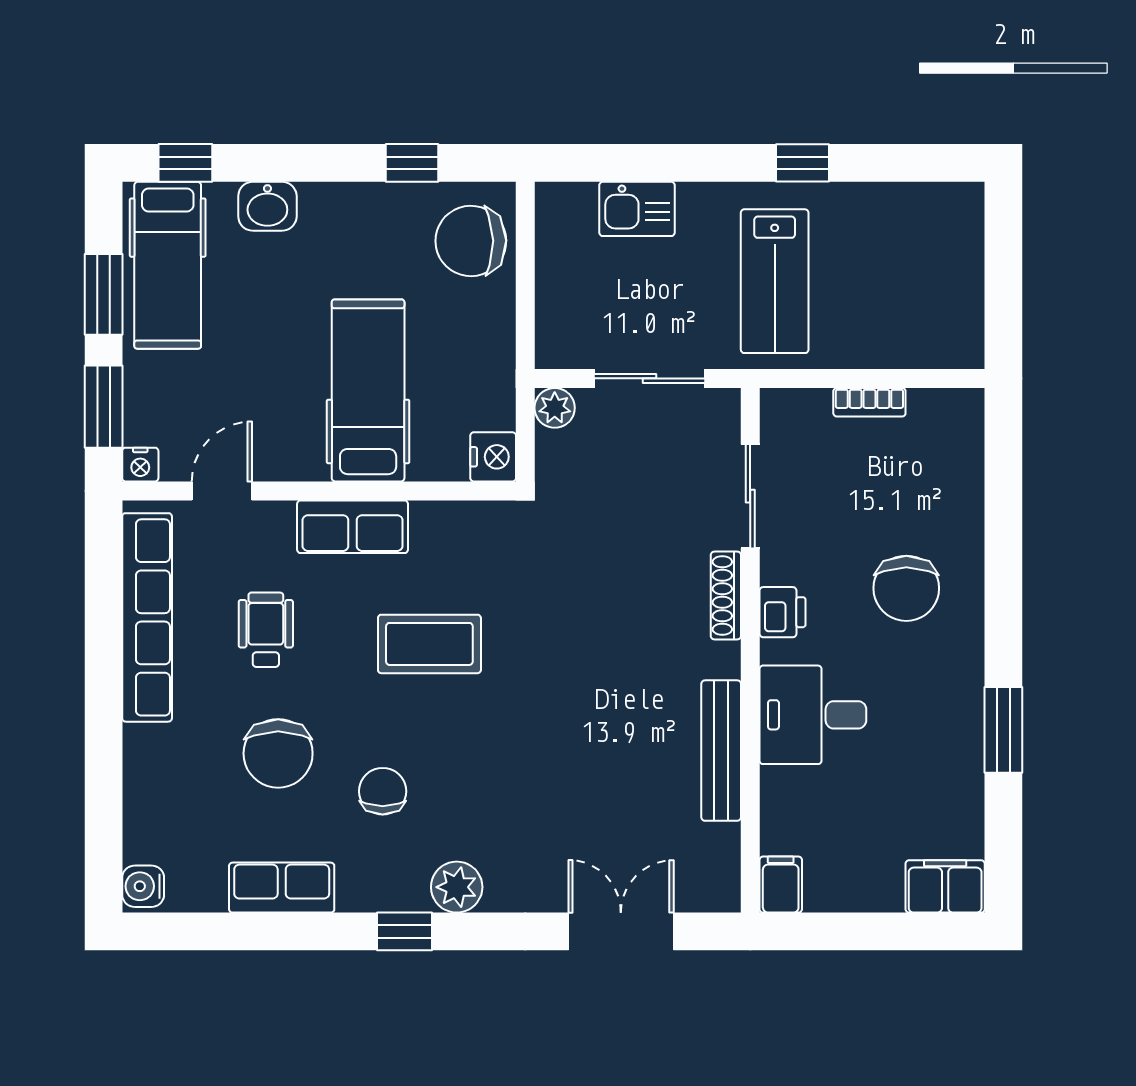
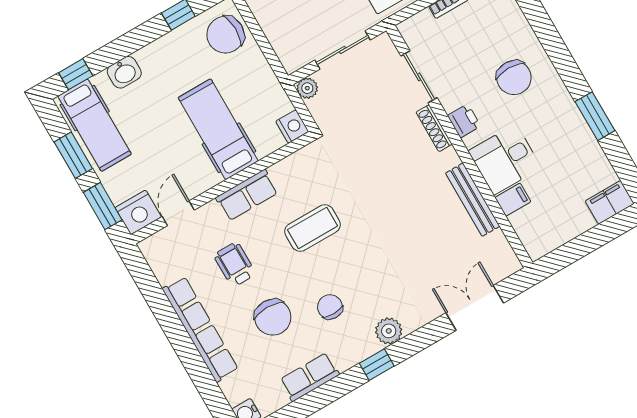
nightstand: (140, 465) -> (138, 212), width x1.89, depth x1.79
row of seats: (147, 617) -> (200, 329), moved
filing cabinet: (781, 885) -> (513, 200), moved, turned 90

